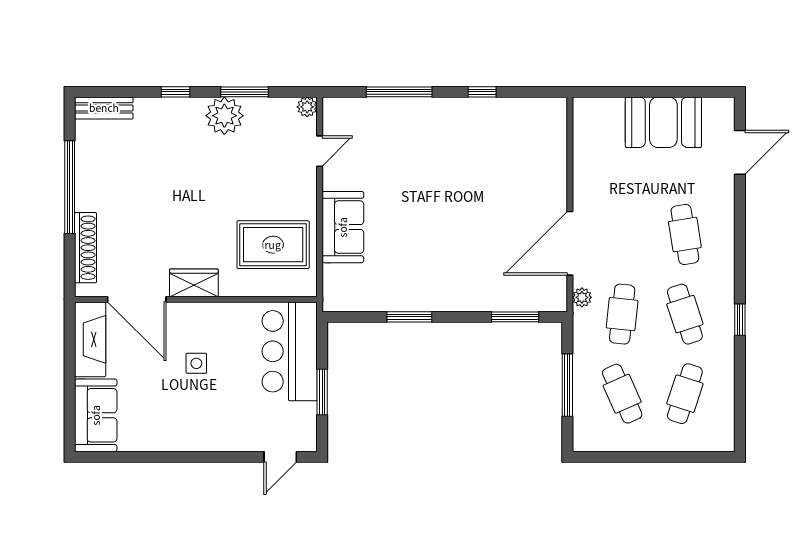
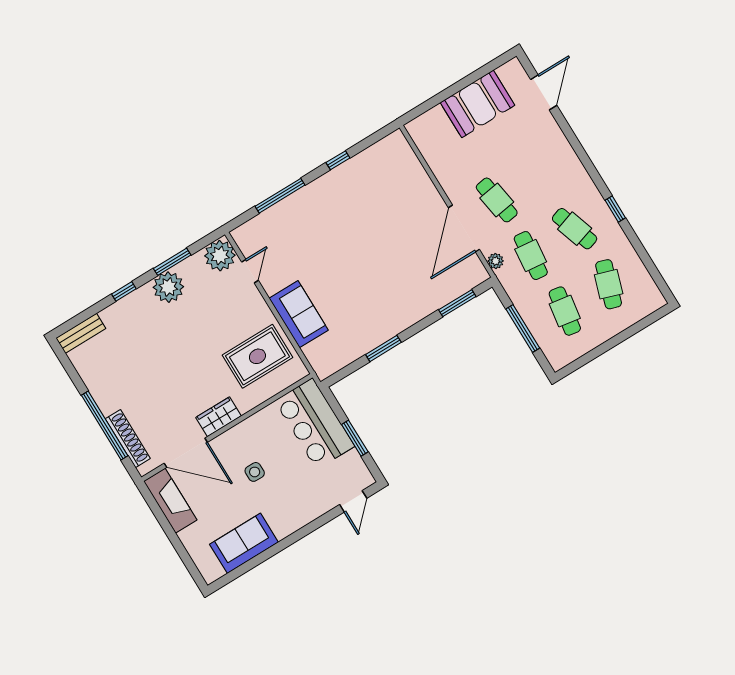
plant: (307, 107) -> (220, 256), width x1.88, depth x1.88
window: (70, 187) -> (105, 426), moved
cafe table: (685, 235) -> (497, 200), moved
cafe table: (622, 394) -> (565, 311), turned 33
sofa: (96, 415) -> (244, 543), moved, turned -90

